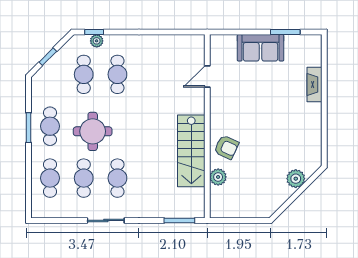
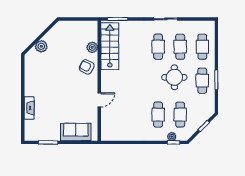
sofa: (260, 48) -> (76, 132), moved
door: (207, 76) -> (99, 100), moved
stairs: (191, 151) -> (110, 46), moved

